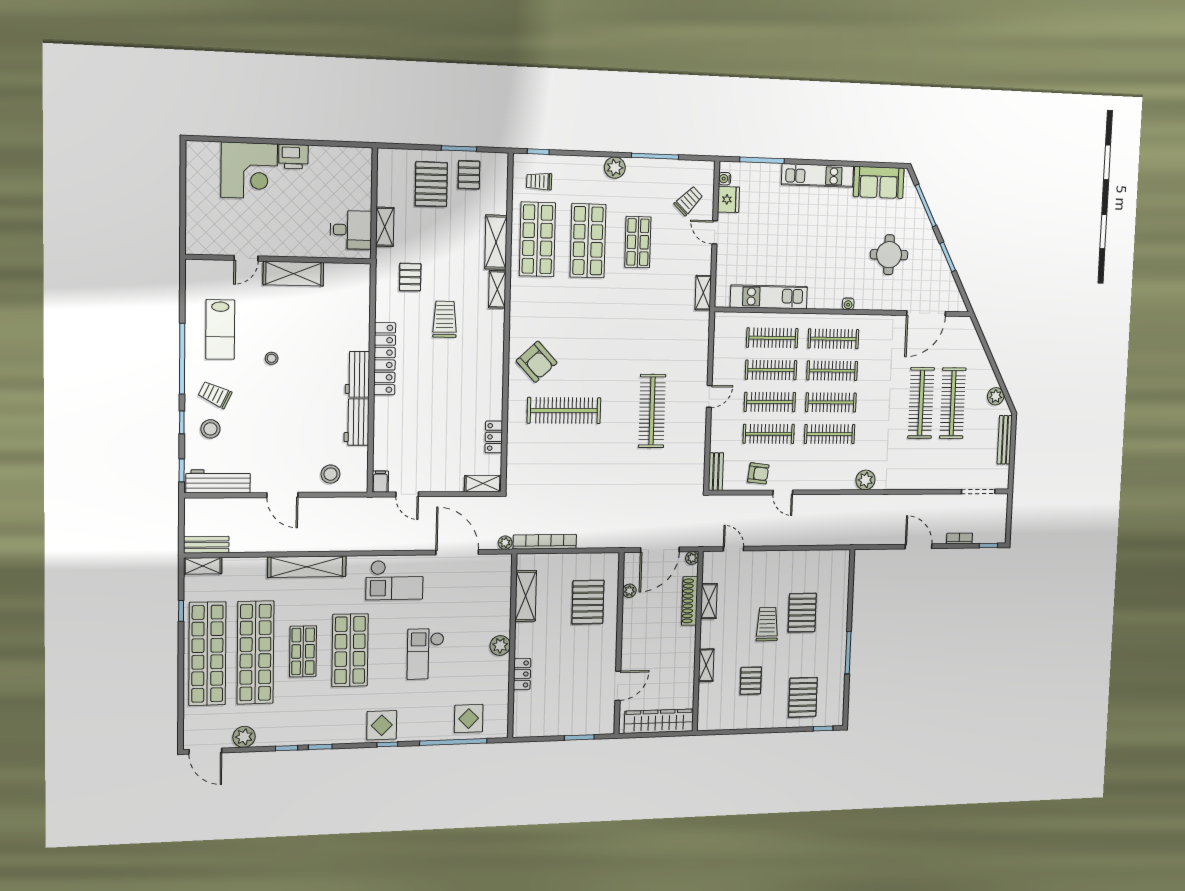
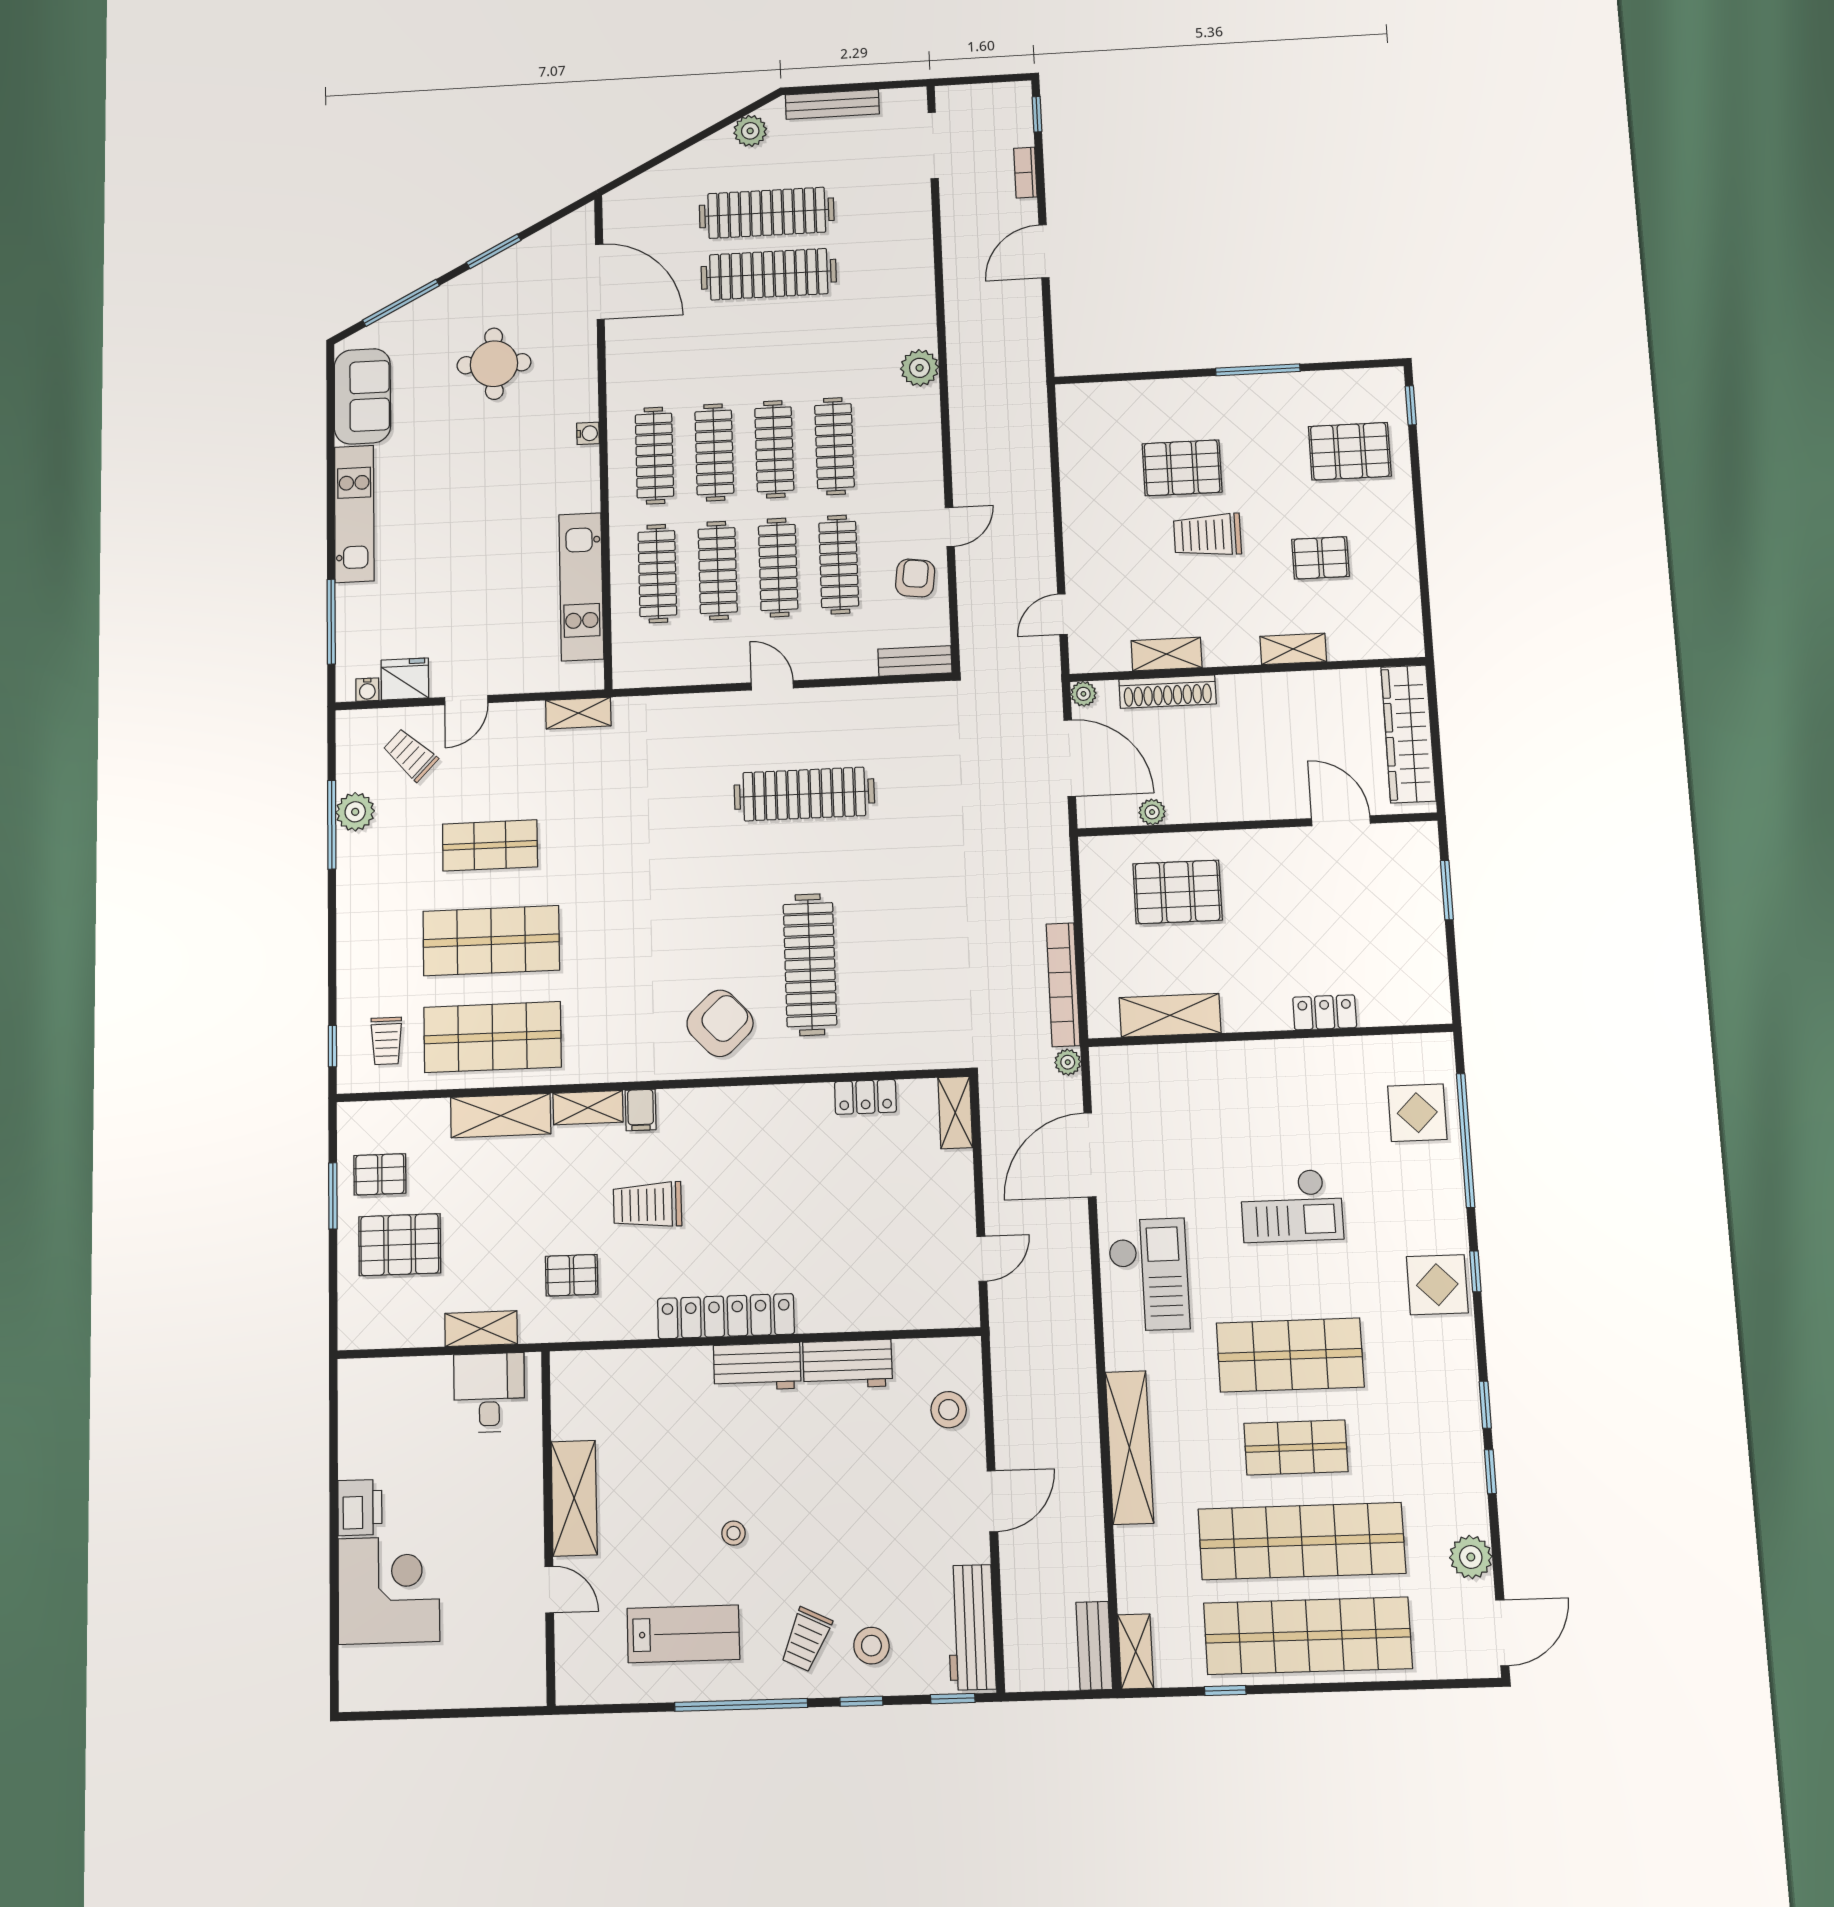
plant: (615, 168) -> (355, 812), moved
filing cabinet: (380, 482) -> (641, 1110), moved, turned -90
plant: (500, 646) -> (1270, 1059), removed

